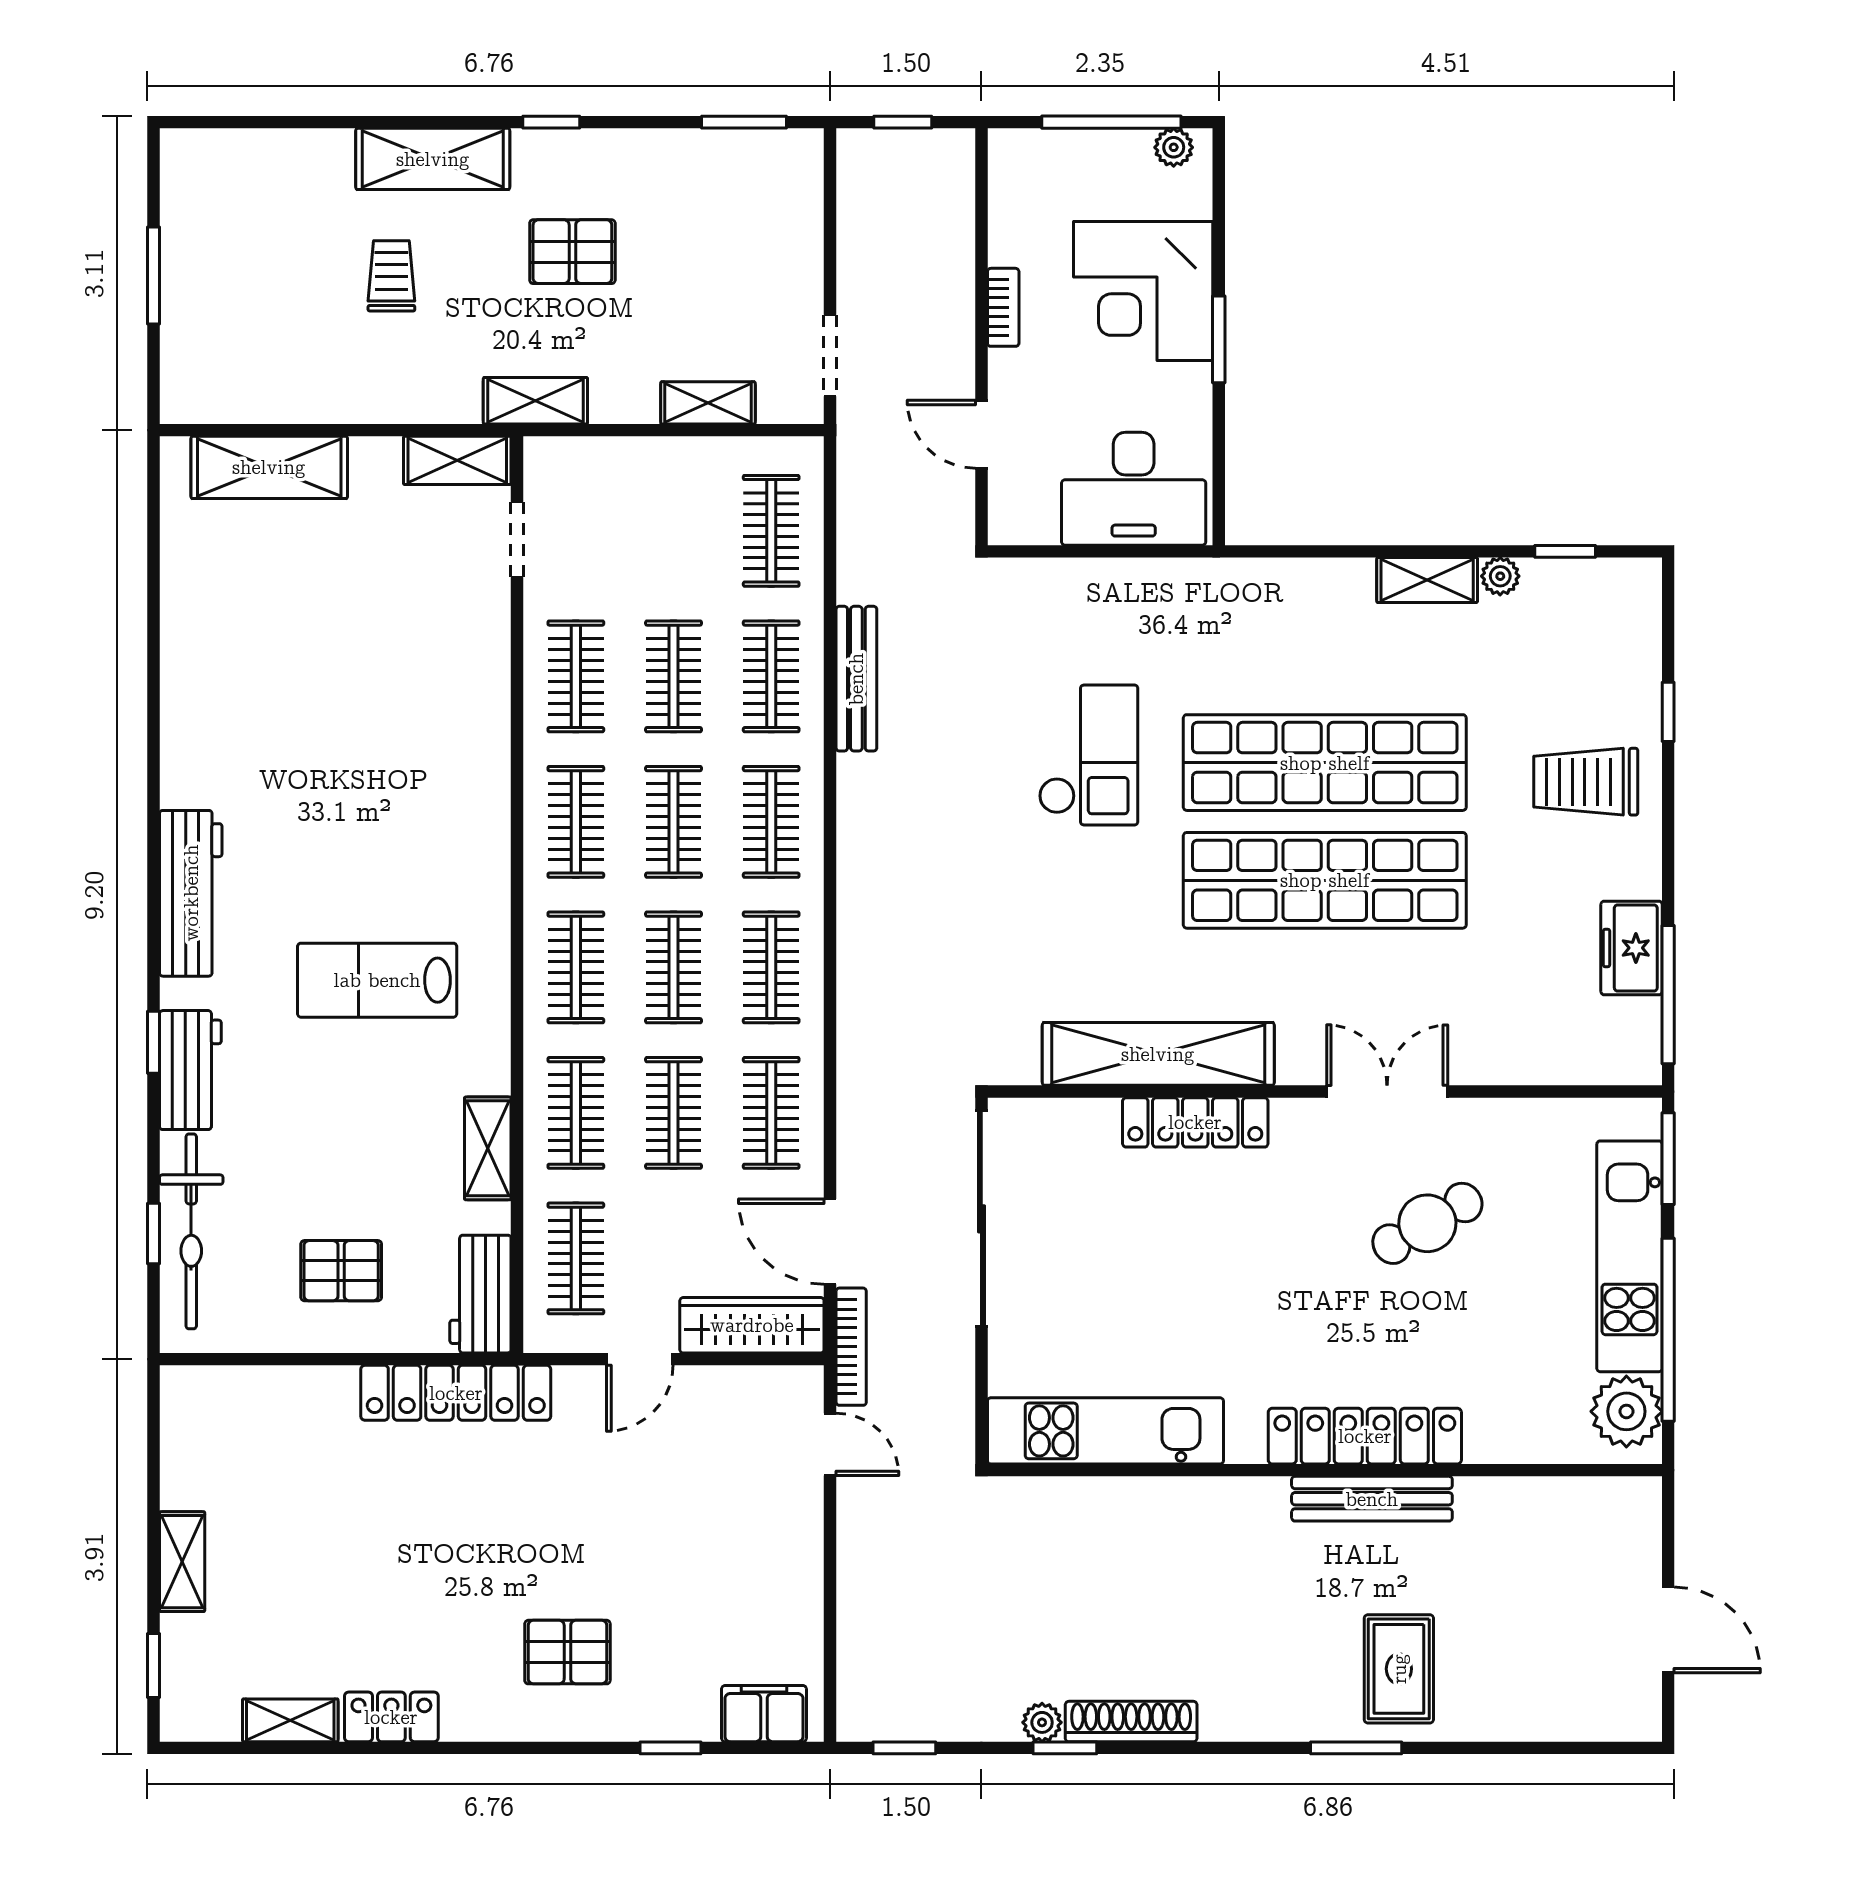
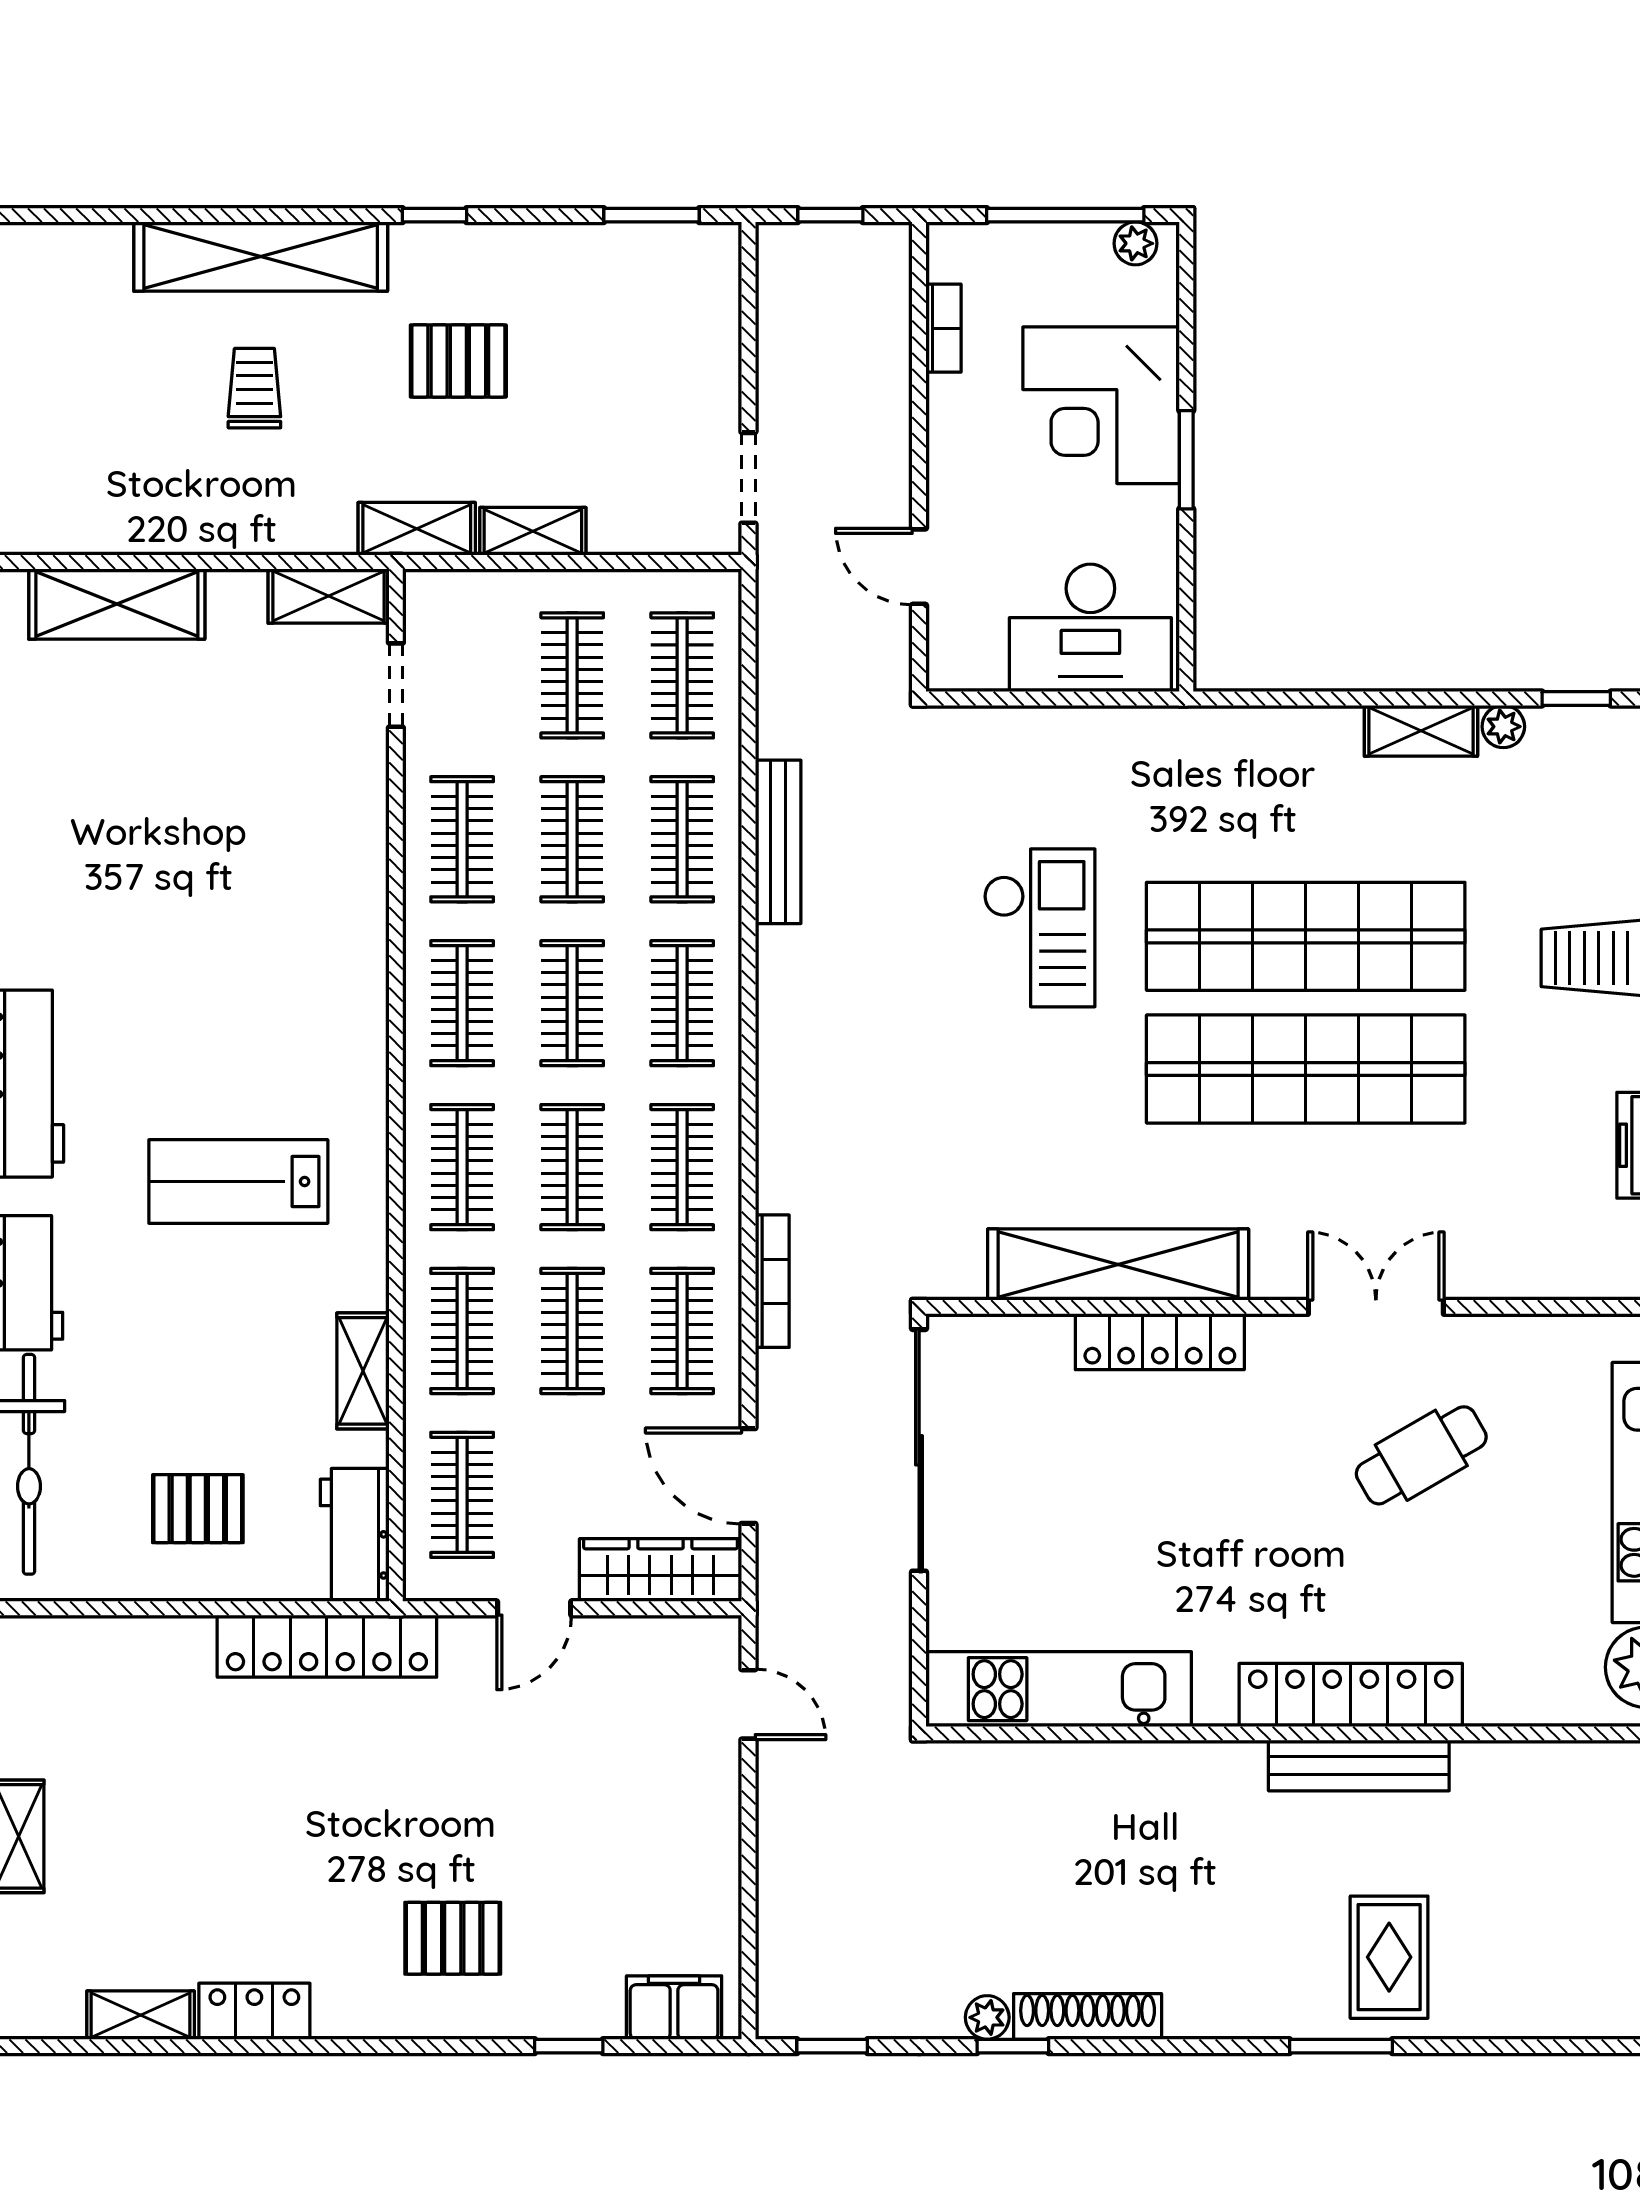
shelving: (433, 159) -> (261, 257), width x1.47
bookcase: (1003, 307) -> (943, 328), moved
shelving: (708, 403) -> (533, 531), moved
clothes rail: (674, 531) -> (572, 675), added
bookcase: (851, 1347) -> (772, 1281), moved

